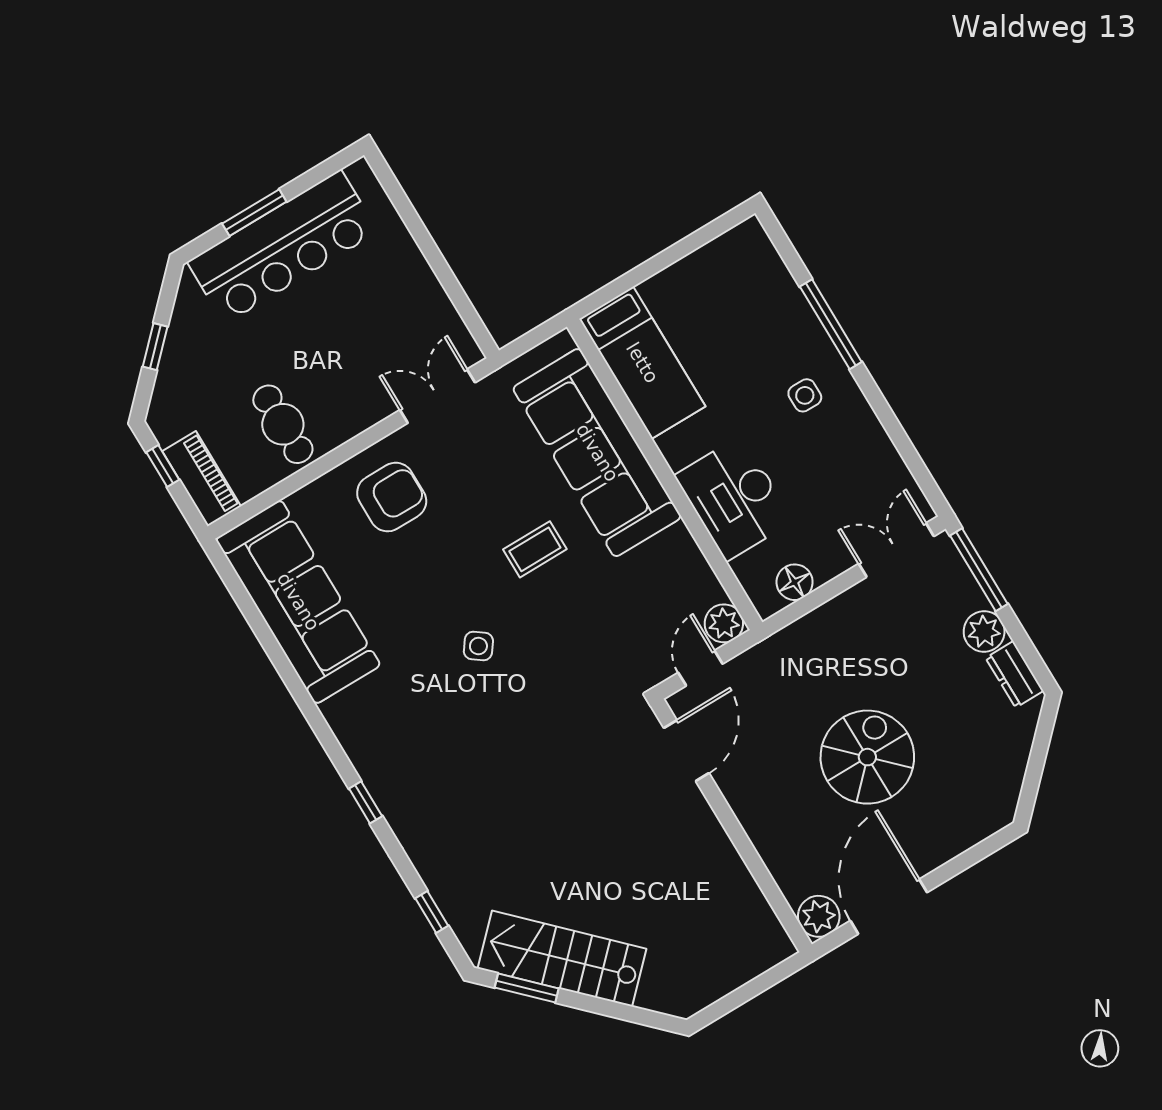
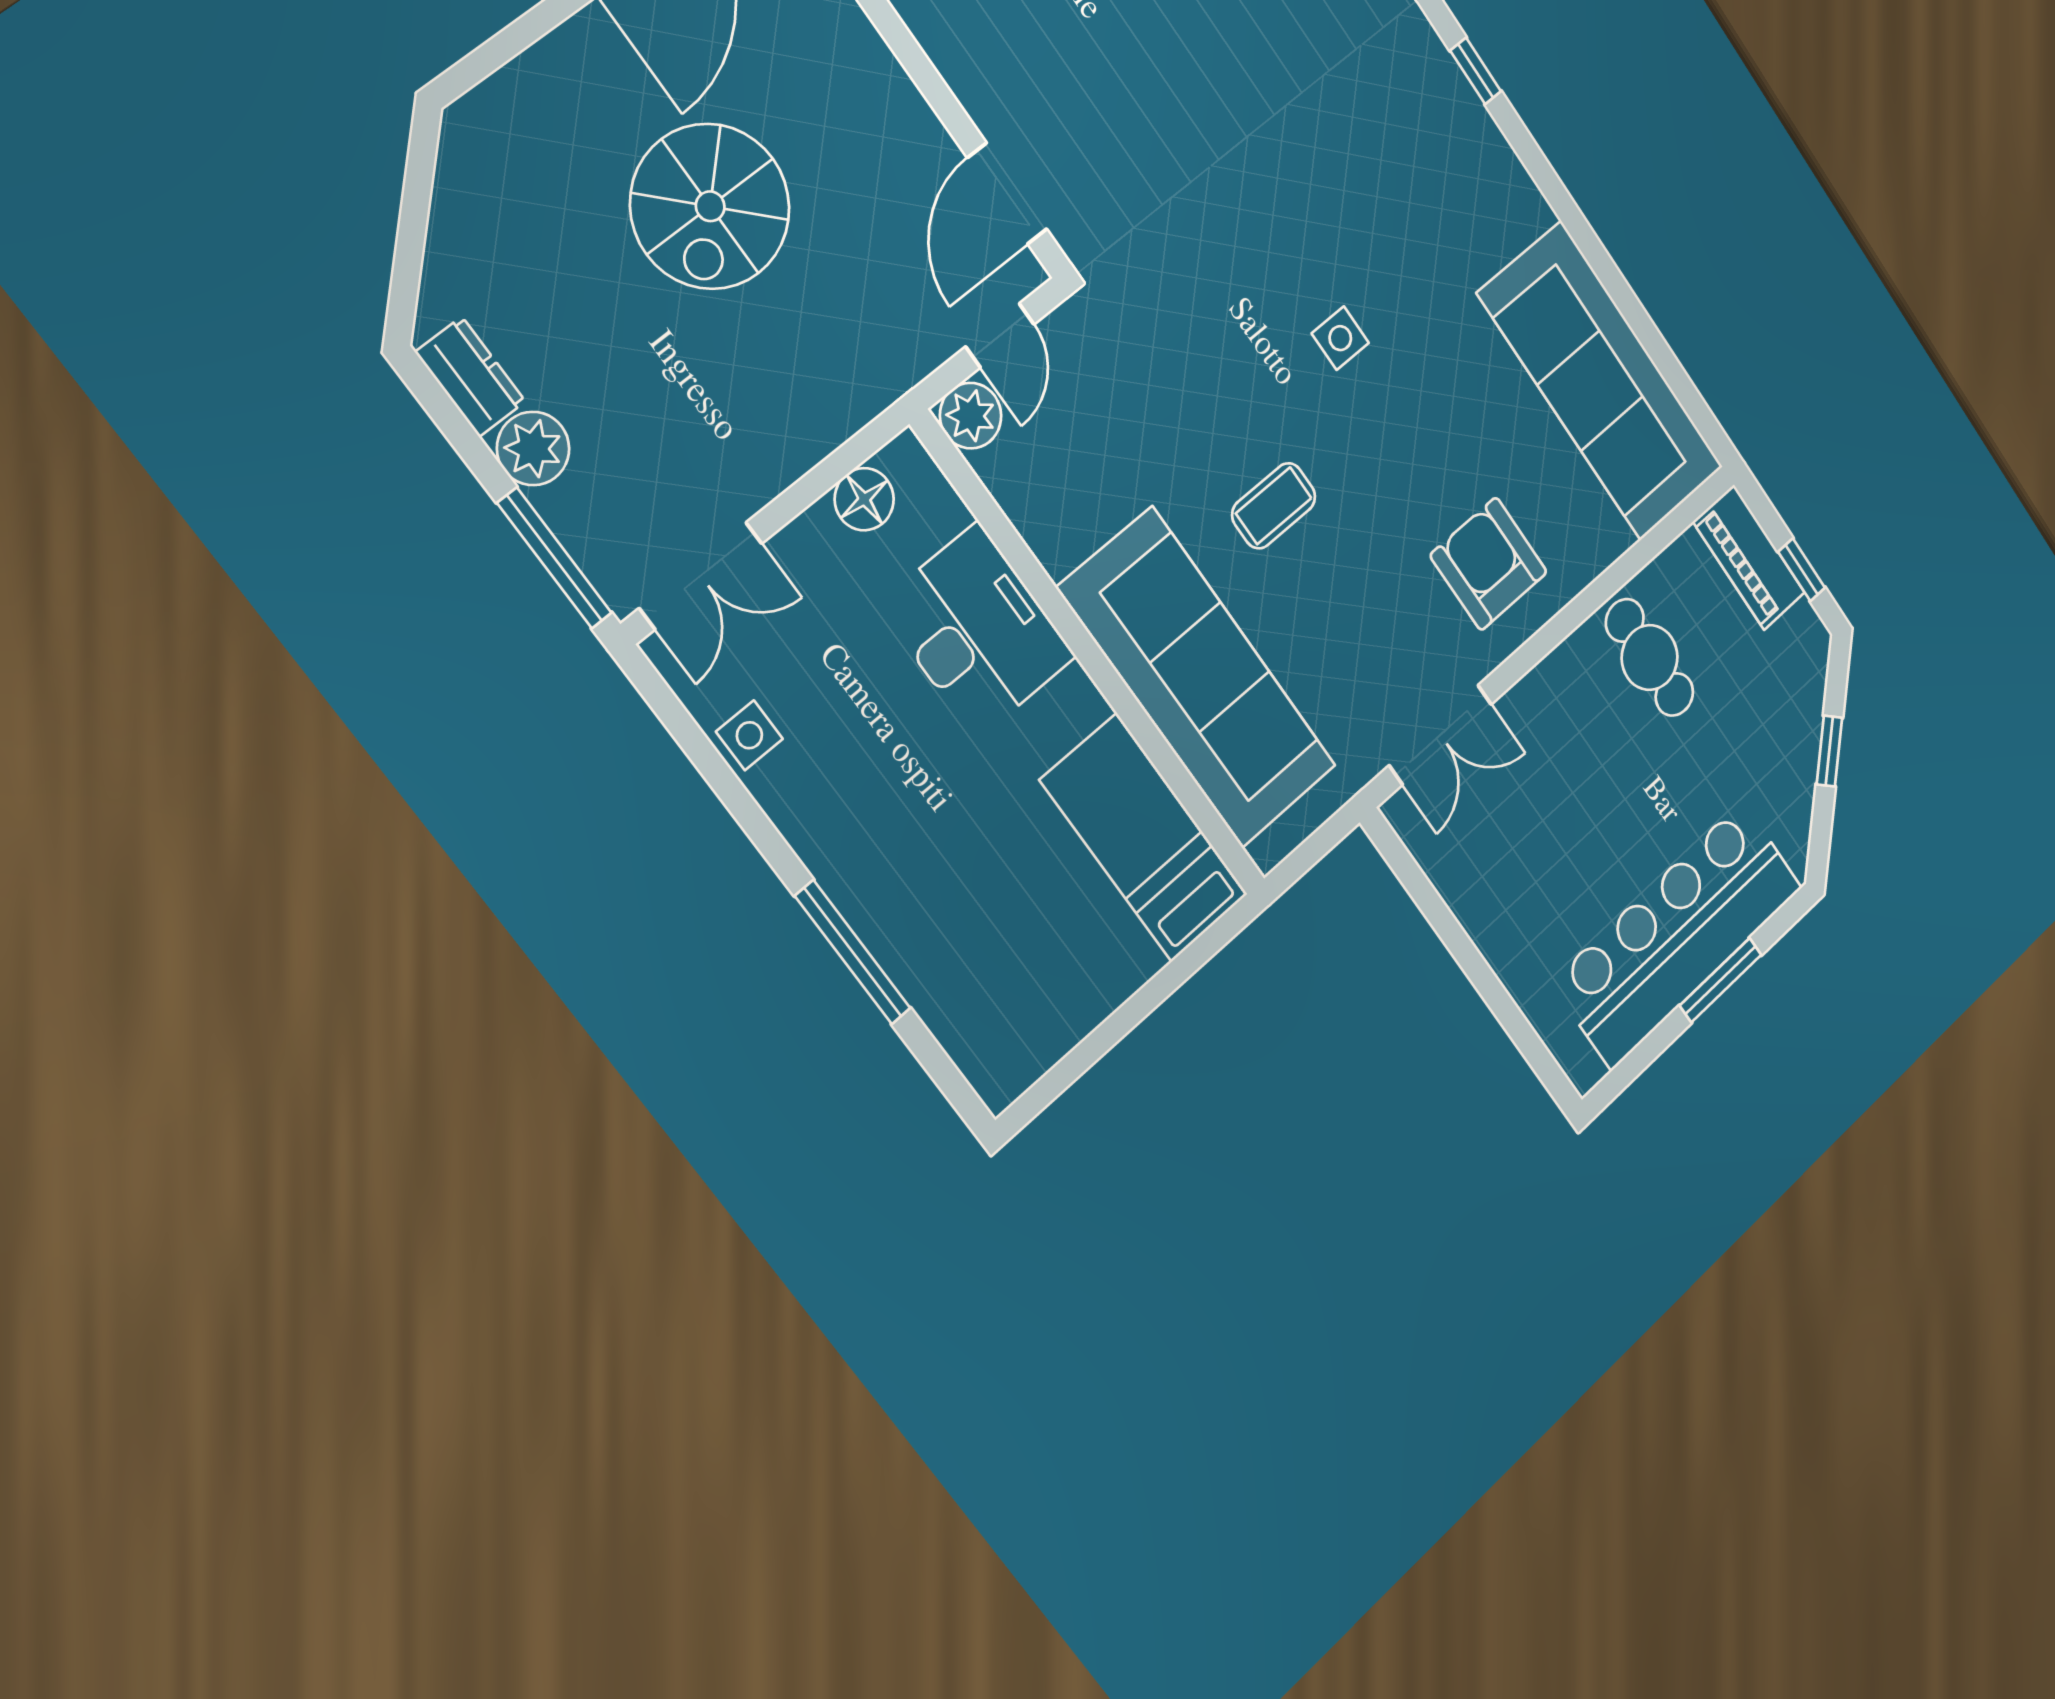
side table: (805, 395) -> (749, 735), moved
armchair: (392, 497) -> (1489, 564), turned 90
side table: (478, 646) -> (1340, 338), turned -36

